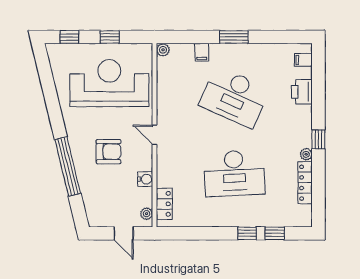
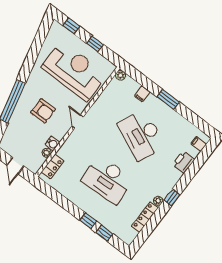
plant: (147, 214) -> (47, 153), moved

